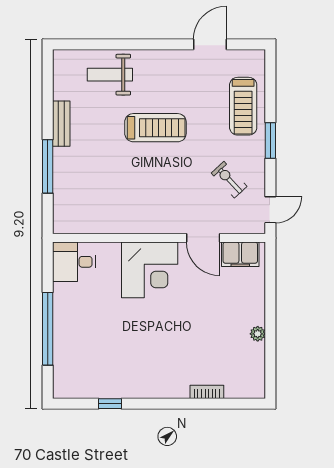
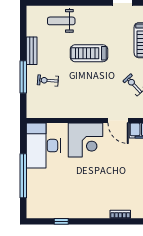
treadmill: (155, 128) -> (89, 53), turned 180
exercise bike: (88, 172) -> (48, 80), added
desk: (74, 262) -> (43, 146), width x1.87, depth x1.30

